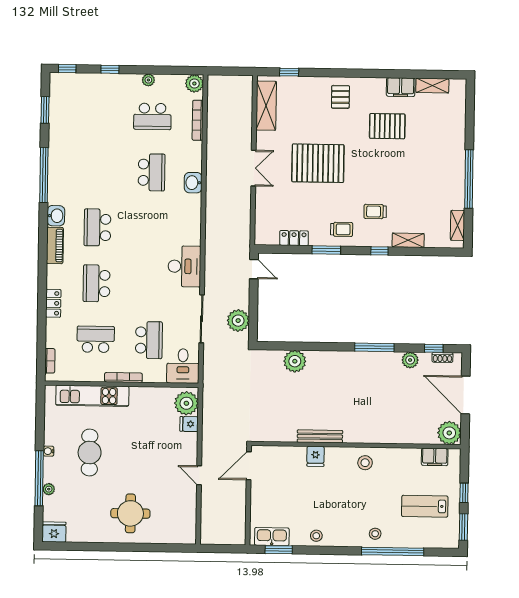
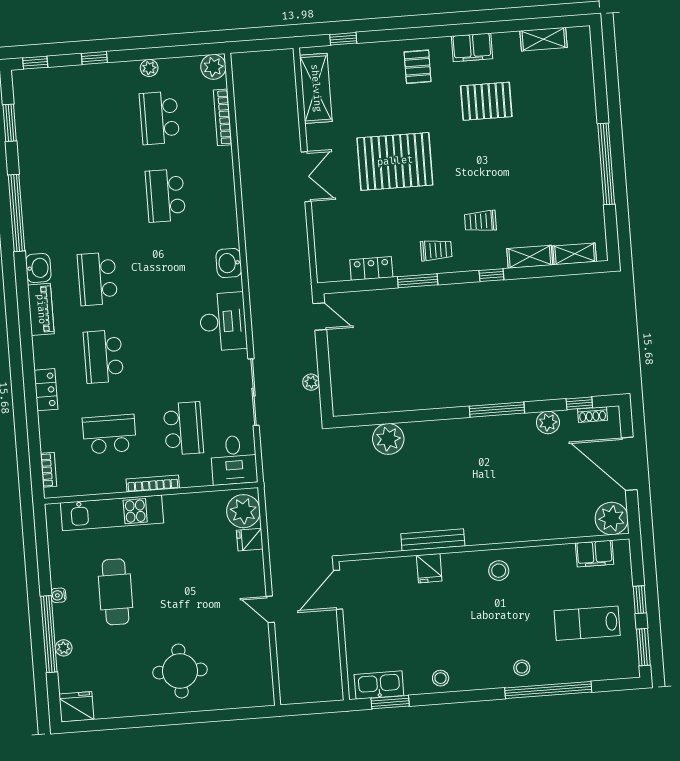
filing cabinet: (401, 87) -> (472, 47), moved
school desk: (152, 116) -> (159, 118), turned 90
school desk: (152, 172) -> (165, 196), turned 180
washbasin: (193, 183) -> (229, 263), moved
shelving: (458, 225) -> (575, 254), moved, turned 90
plant: (238, 321) -> (311, 382), width x0.53, depth x0.53

